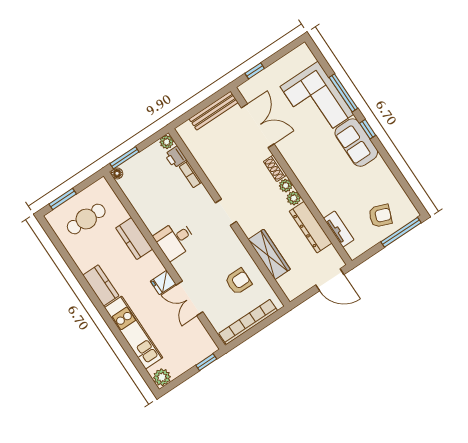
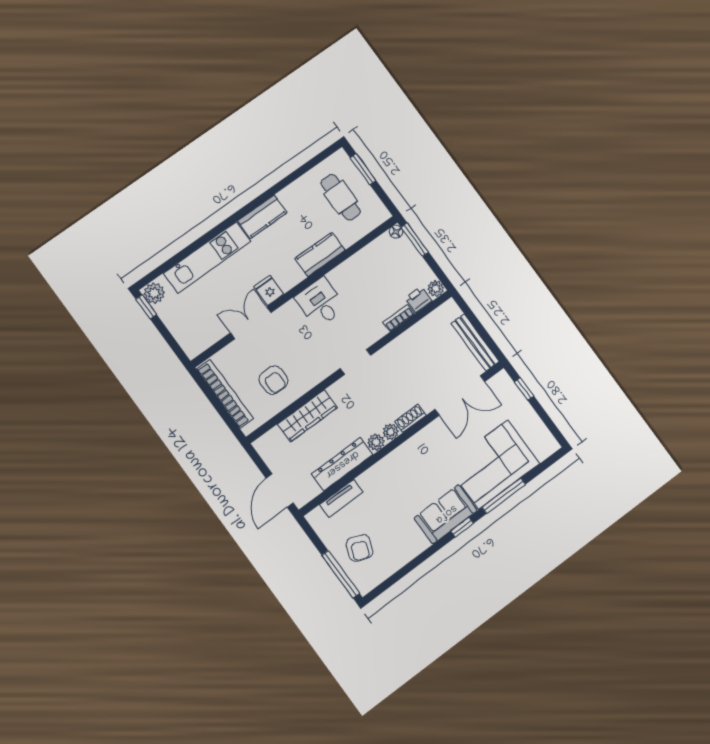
window: (206, 362) -> (146, 307), moved

